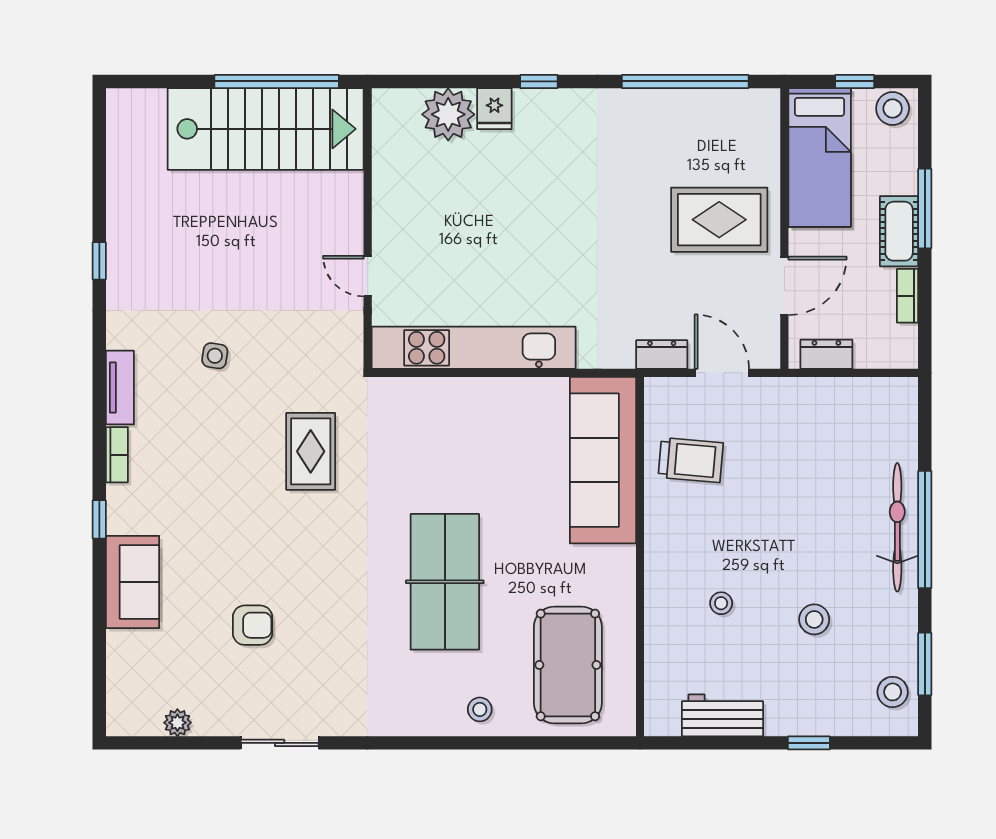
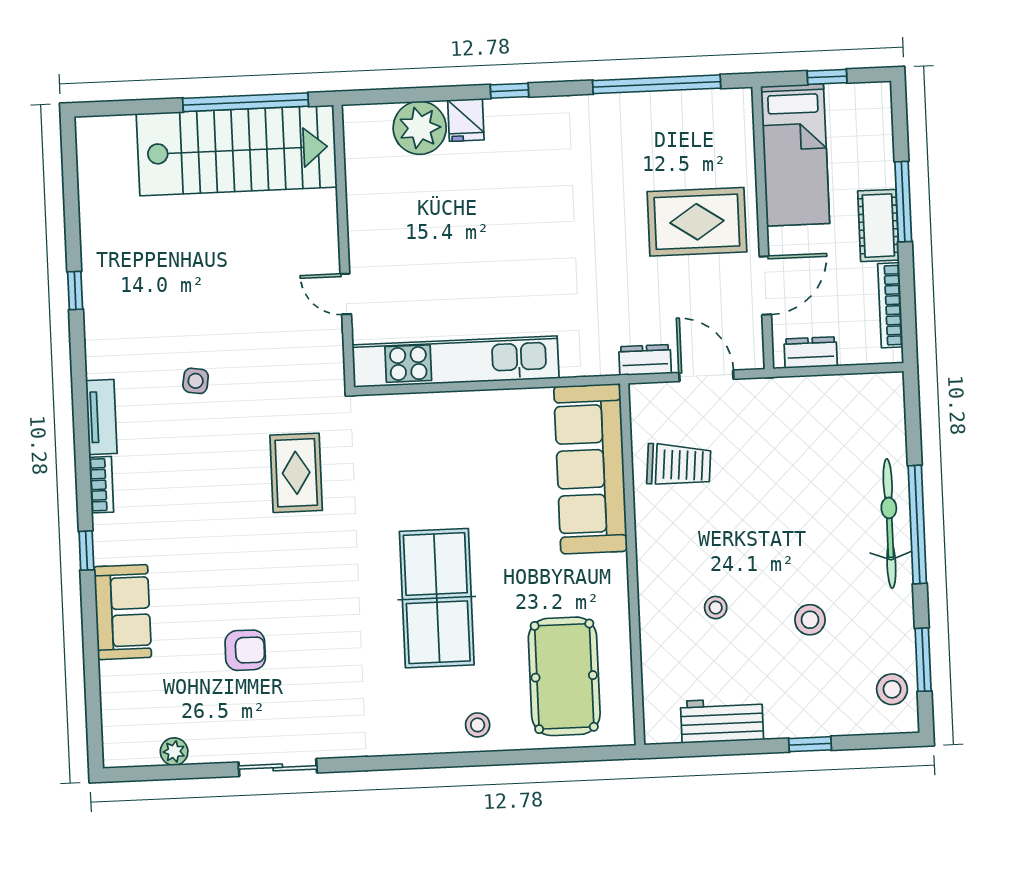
stool: (893, 108) -> (866, 102), removed
bookcase: (907, 296) -> (890, 305), width x1.56

